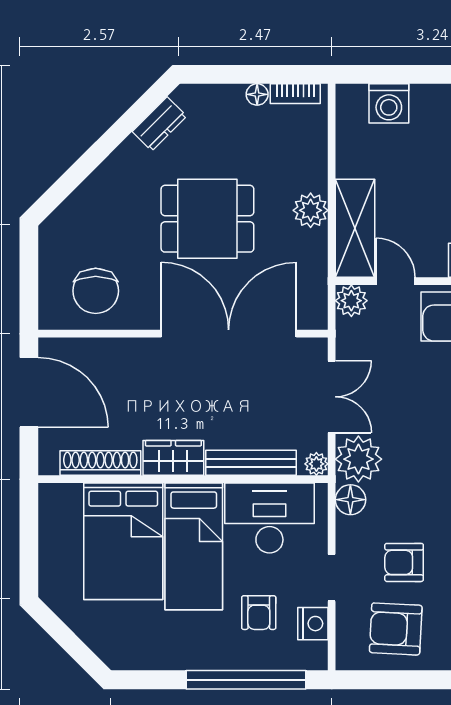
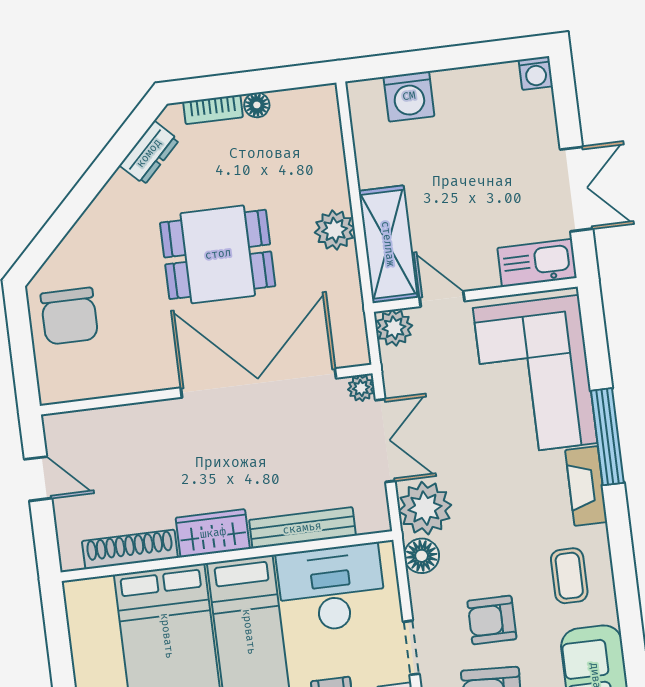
bookcase: (295, 94) -> (213, 109), moved
chair: (96, 291) -> (69, 316), moved
door: (29, 392) -> (38, 479), width x0.53
plant: (316, 464) -> (361, 388), moved

